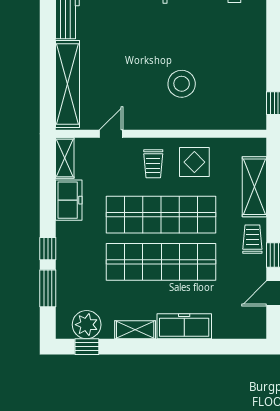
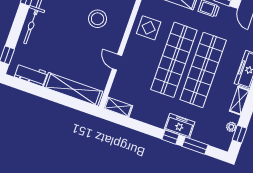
door: (111, 134) -> (117, 62), moved
trolley: (153, 164) -> (141, 54), removed
freezer: (69, 200) -> (180, 126), moved
plant: (87, 325) -> (231, 127), width x0.53, depth x0.53

